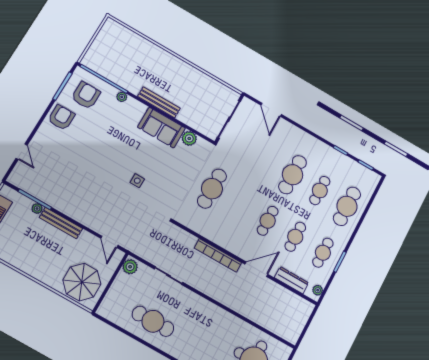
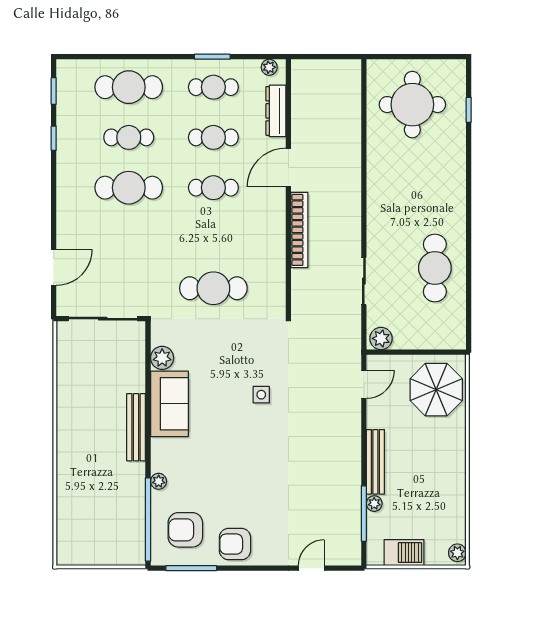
door: (256, 269) -> (288, 167), hinge flipped

